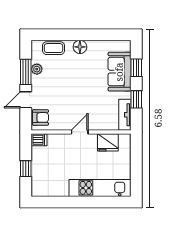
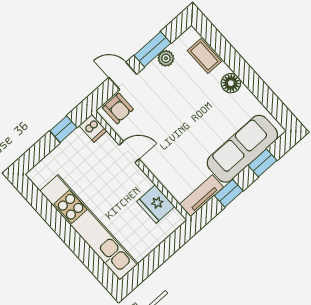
sofa: (119, 72) -> (242, 149), width x1.36
door: (80, 132) -> (129, 152), moved
window: (26, 169) -> (63, 129), moved
kitchen unit: (100, 188) -> (89, 227), width x1.36

